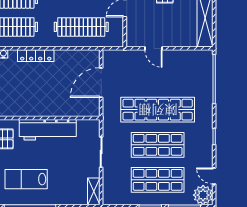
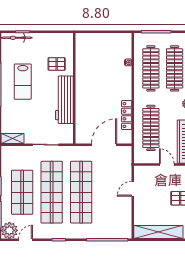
locker: (36, 56) -> (127, 115), moved
door: (101, 83) -> (104, 145), hinge flipped
shop shelf: (158, 145) -> (52, 192), width x1.40
lab bench: (26, 179) -> (23, 82), turned 180

